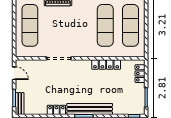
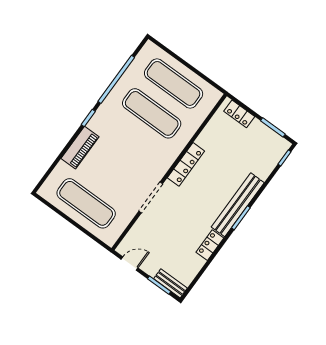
locker: (106, 65) -> (186, 164), moved

